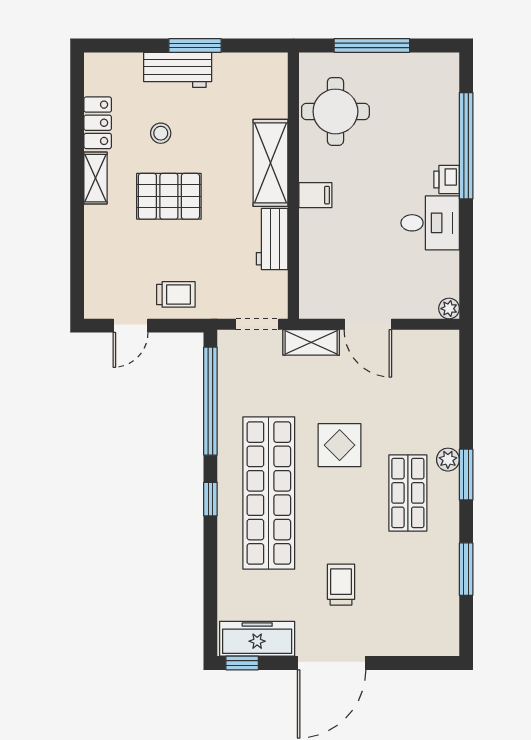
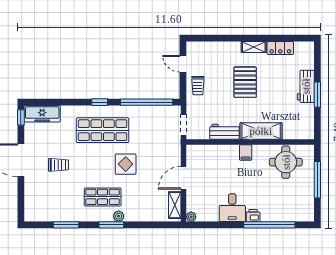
stool: (161, 133) -> (275, 78), removed
shelving: (311, 342) -> (175, 205), moved
shop shelf: (269, 493) -> (103, 130), width x0.71
freezer: (257, 639) -> (42, 114), moved, turned 90

